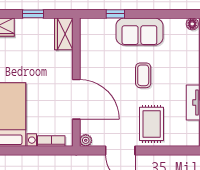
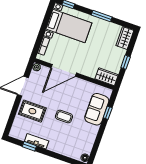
sofa: (139, 32) -> (97, 109), moved

